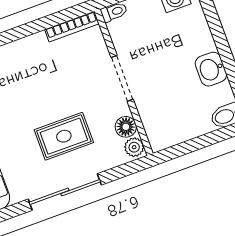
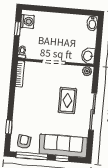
washbasin: (211, 69) -> (88, 56), moved, turned 90
floor lamp: (126, 127) -> (76, 71), removed

